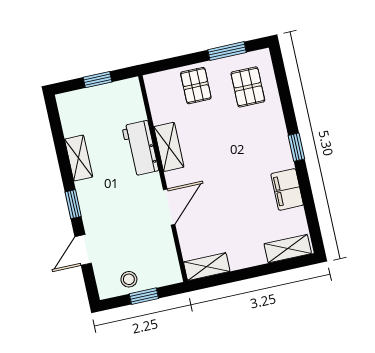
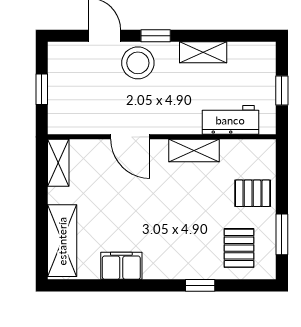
pallet: (248, 87) -> (239, 248), turned 90
window: (296, 147) -> (200, 285), moved
workbench: (140, 148) -> (230, 120), moved
shelving: (288, 249) -> (62, 241), width x1.50, depth x1.33
stool: (129, 279) -> (138, 63), moved, width x1.89, depth x1.89

